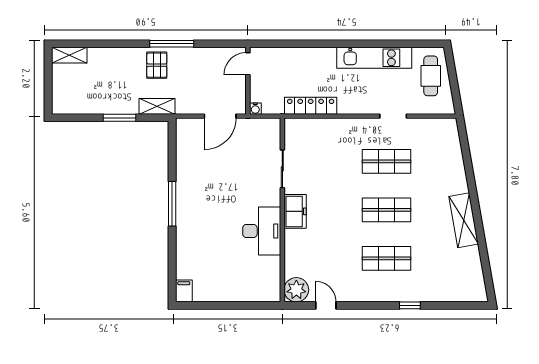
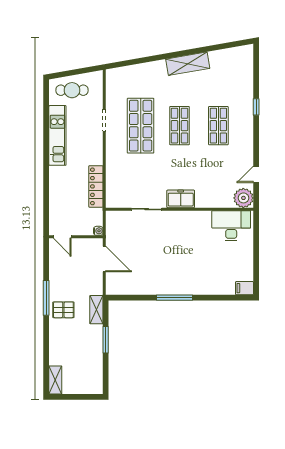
shop shelf: (386, 161) -> (141, 126), width x1.43, depth x1.36
desk: (262, 231) -> (231, 226), moved

